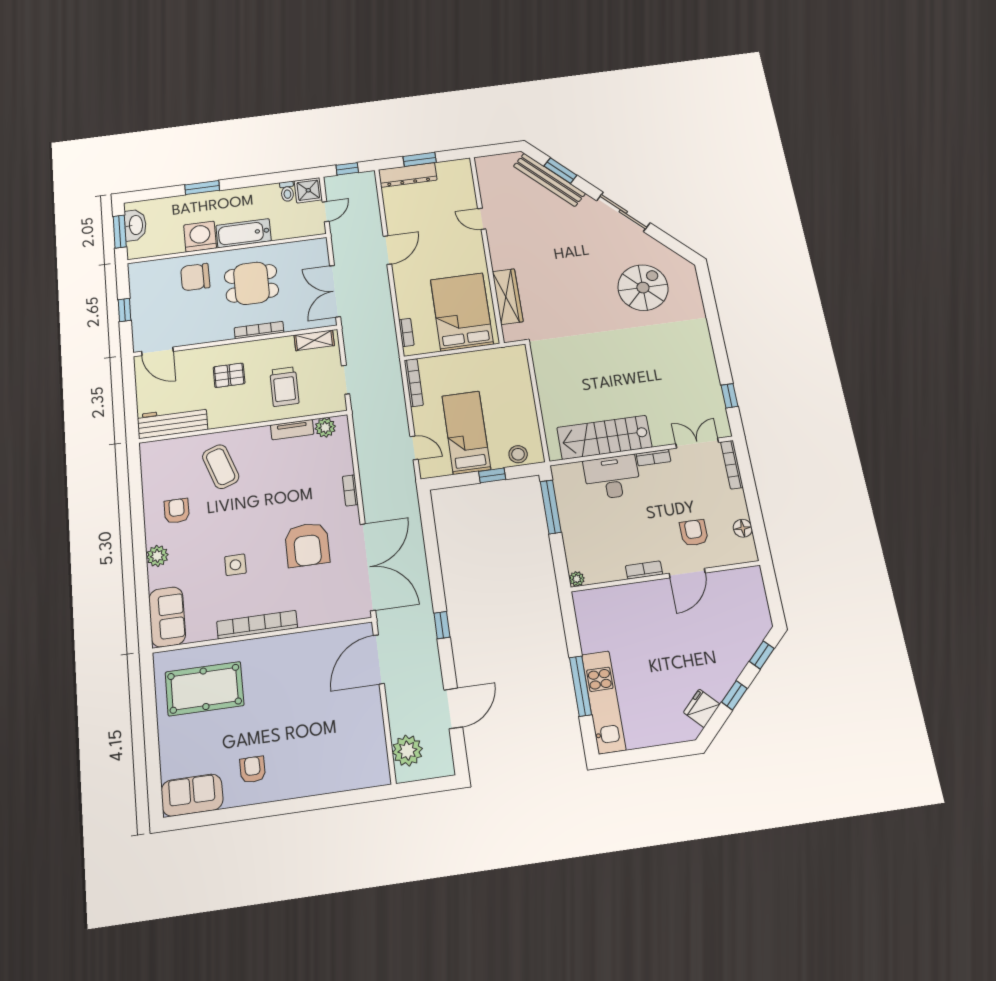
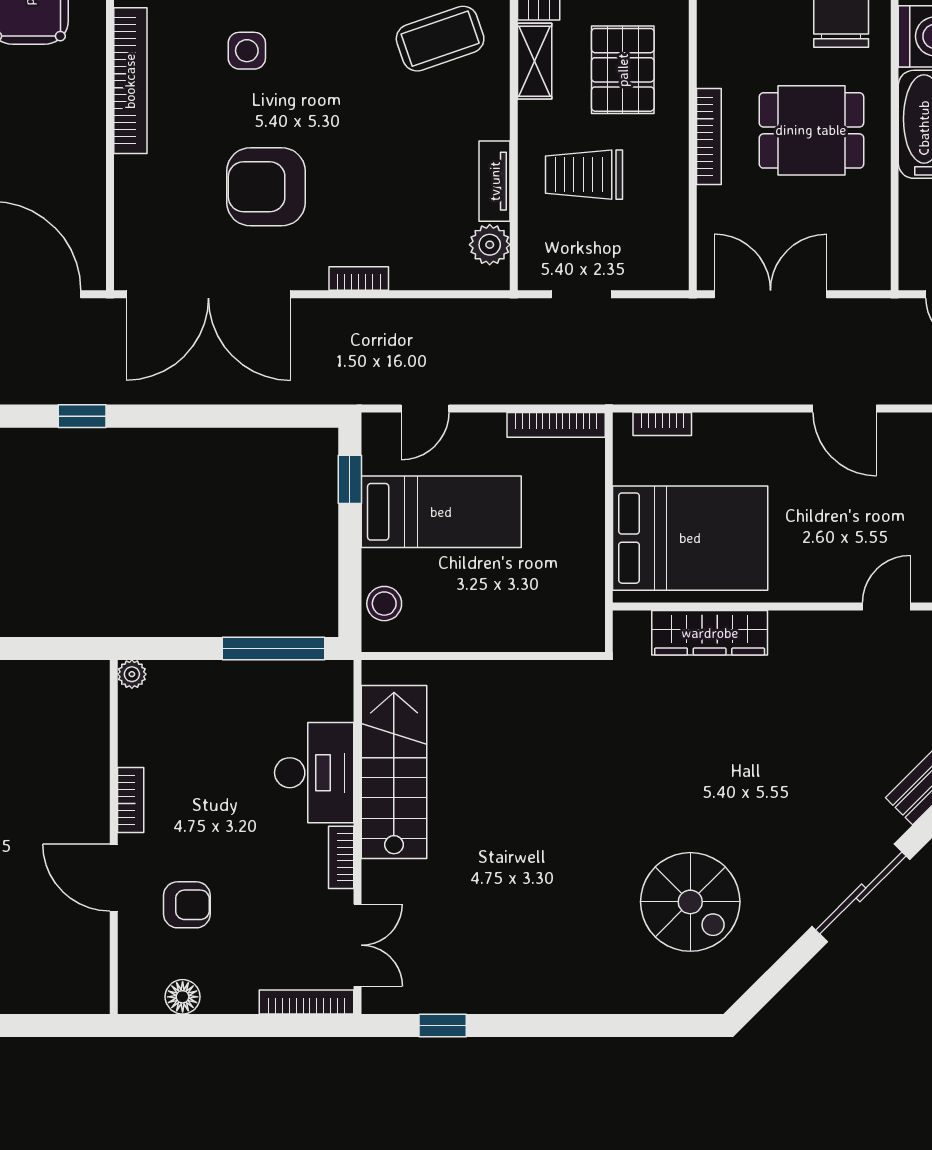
dining table: (251, 283) -> (811, 130), turned 90
shelving: (314, 340) -> (535, 61), moved
pallet: (229, 375) -> (623, 70), width x1.50, depth x1.42
window: (492, 475) -> (350, 479), moved

